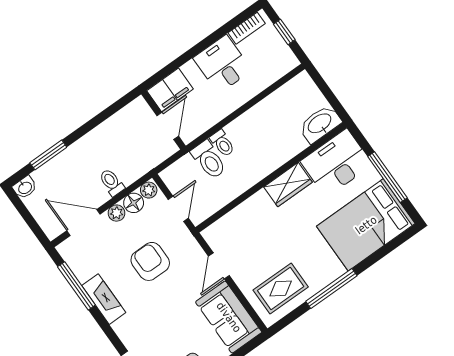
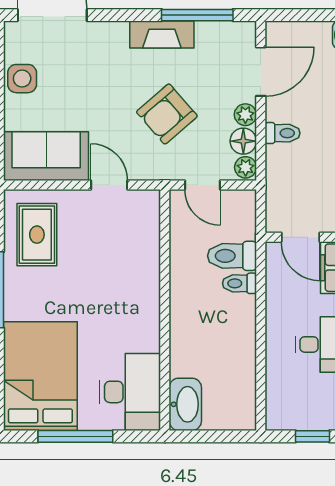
wardrobe: (288, 185) -> (144, 323), removed
armchair: (150, 261) -> (167, 114), turned 139

